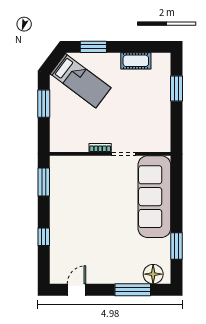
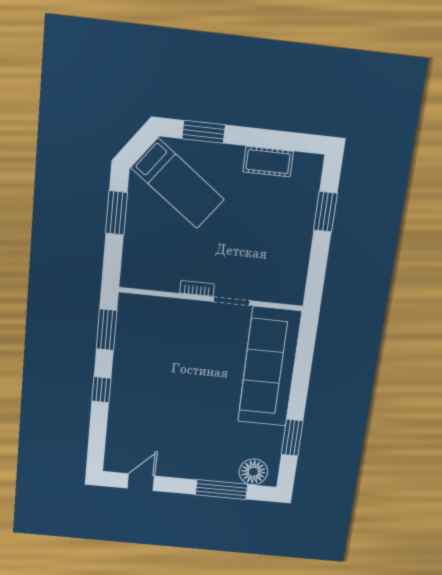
window: (44, 237) -> (101, 390), moved

